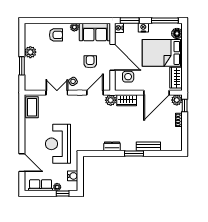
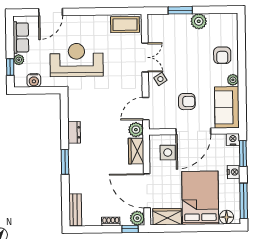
door: (95, 93) -> (146, 109), swing flipped
bench: (148, 146) -> (75, 210), moved

